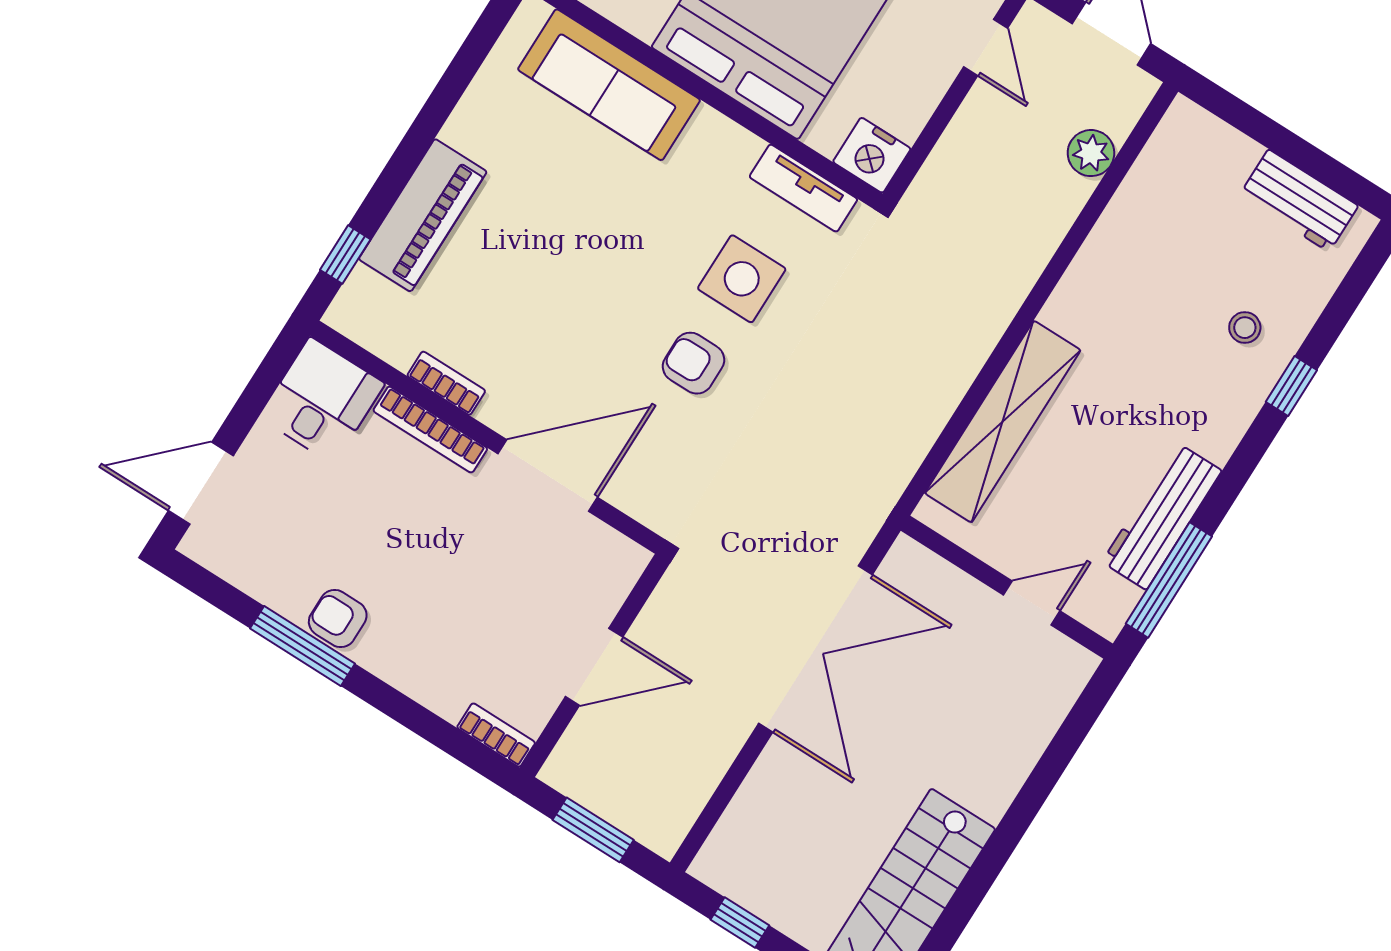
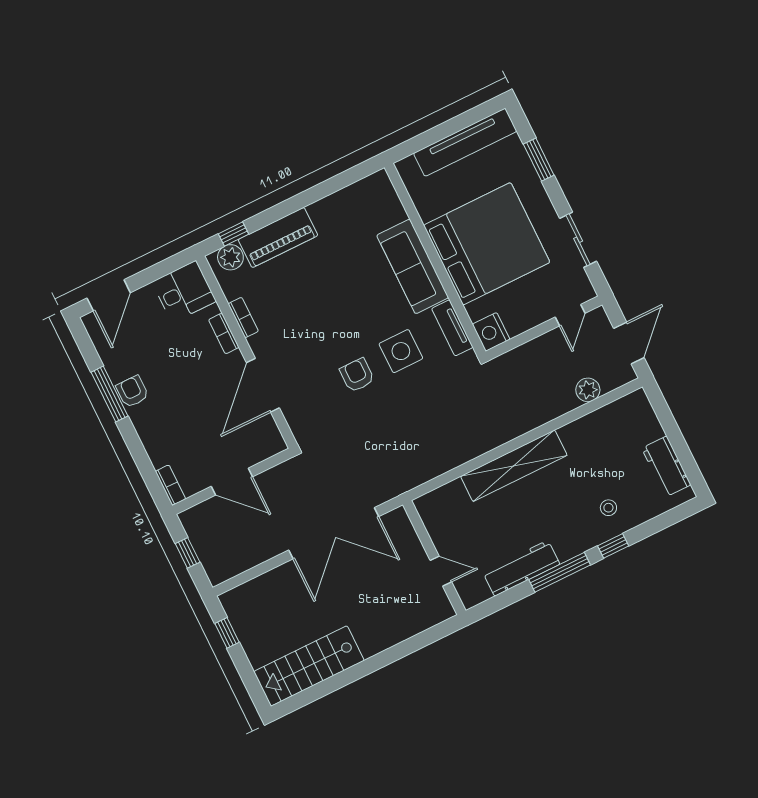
sofa: (609, 85) -> (413, 266), moved
plant: (364, 296) -> (230, 257), added
shelving: (1003, 422) -> (514, 466), moved
bookcase: (430, 430) -> (224, 334), width x0.64
door: (548, 476) -> (263, 385), swing flipped
door: (201, 483) -> (109, 295), swing flipped
window: (1169, 580) -> (560, 572), moved
window: (593, 830) -> (188, 553), width x0.67

